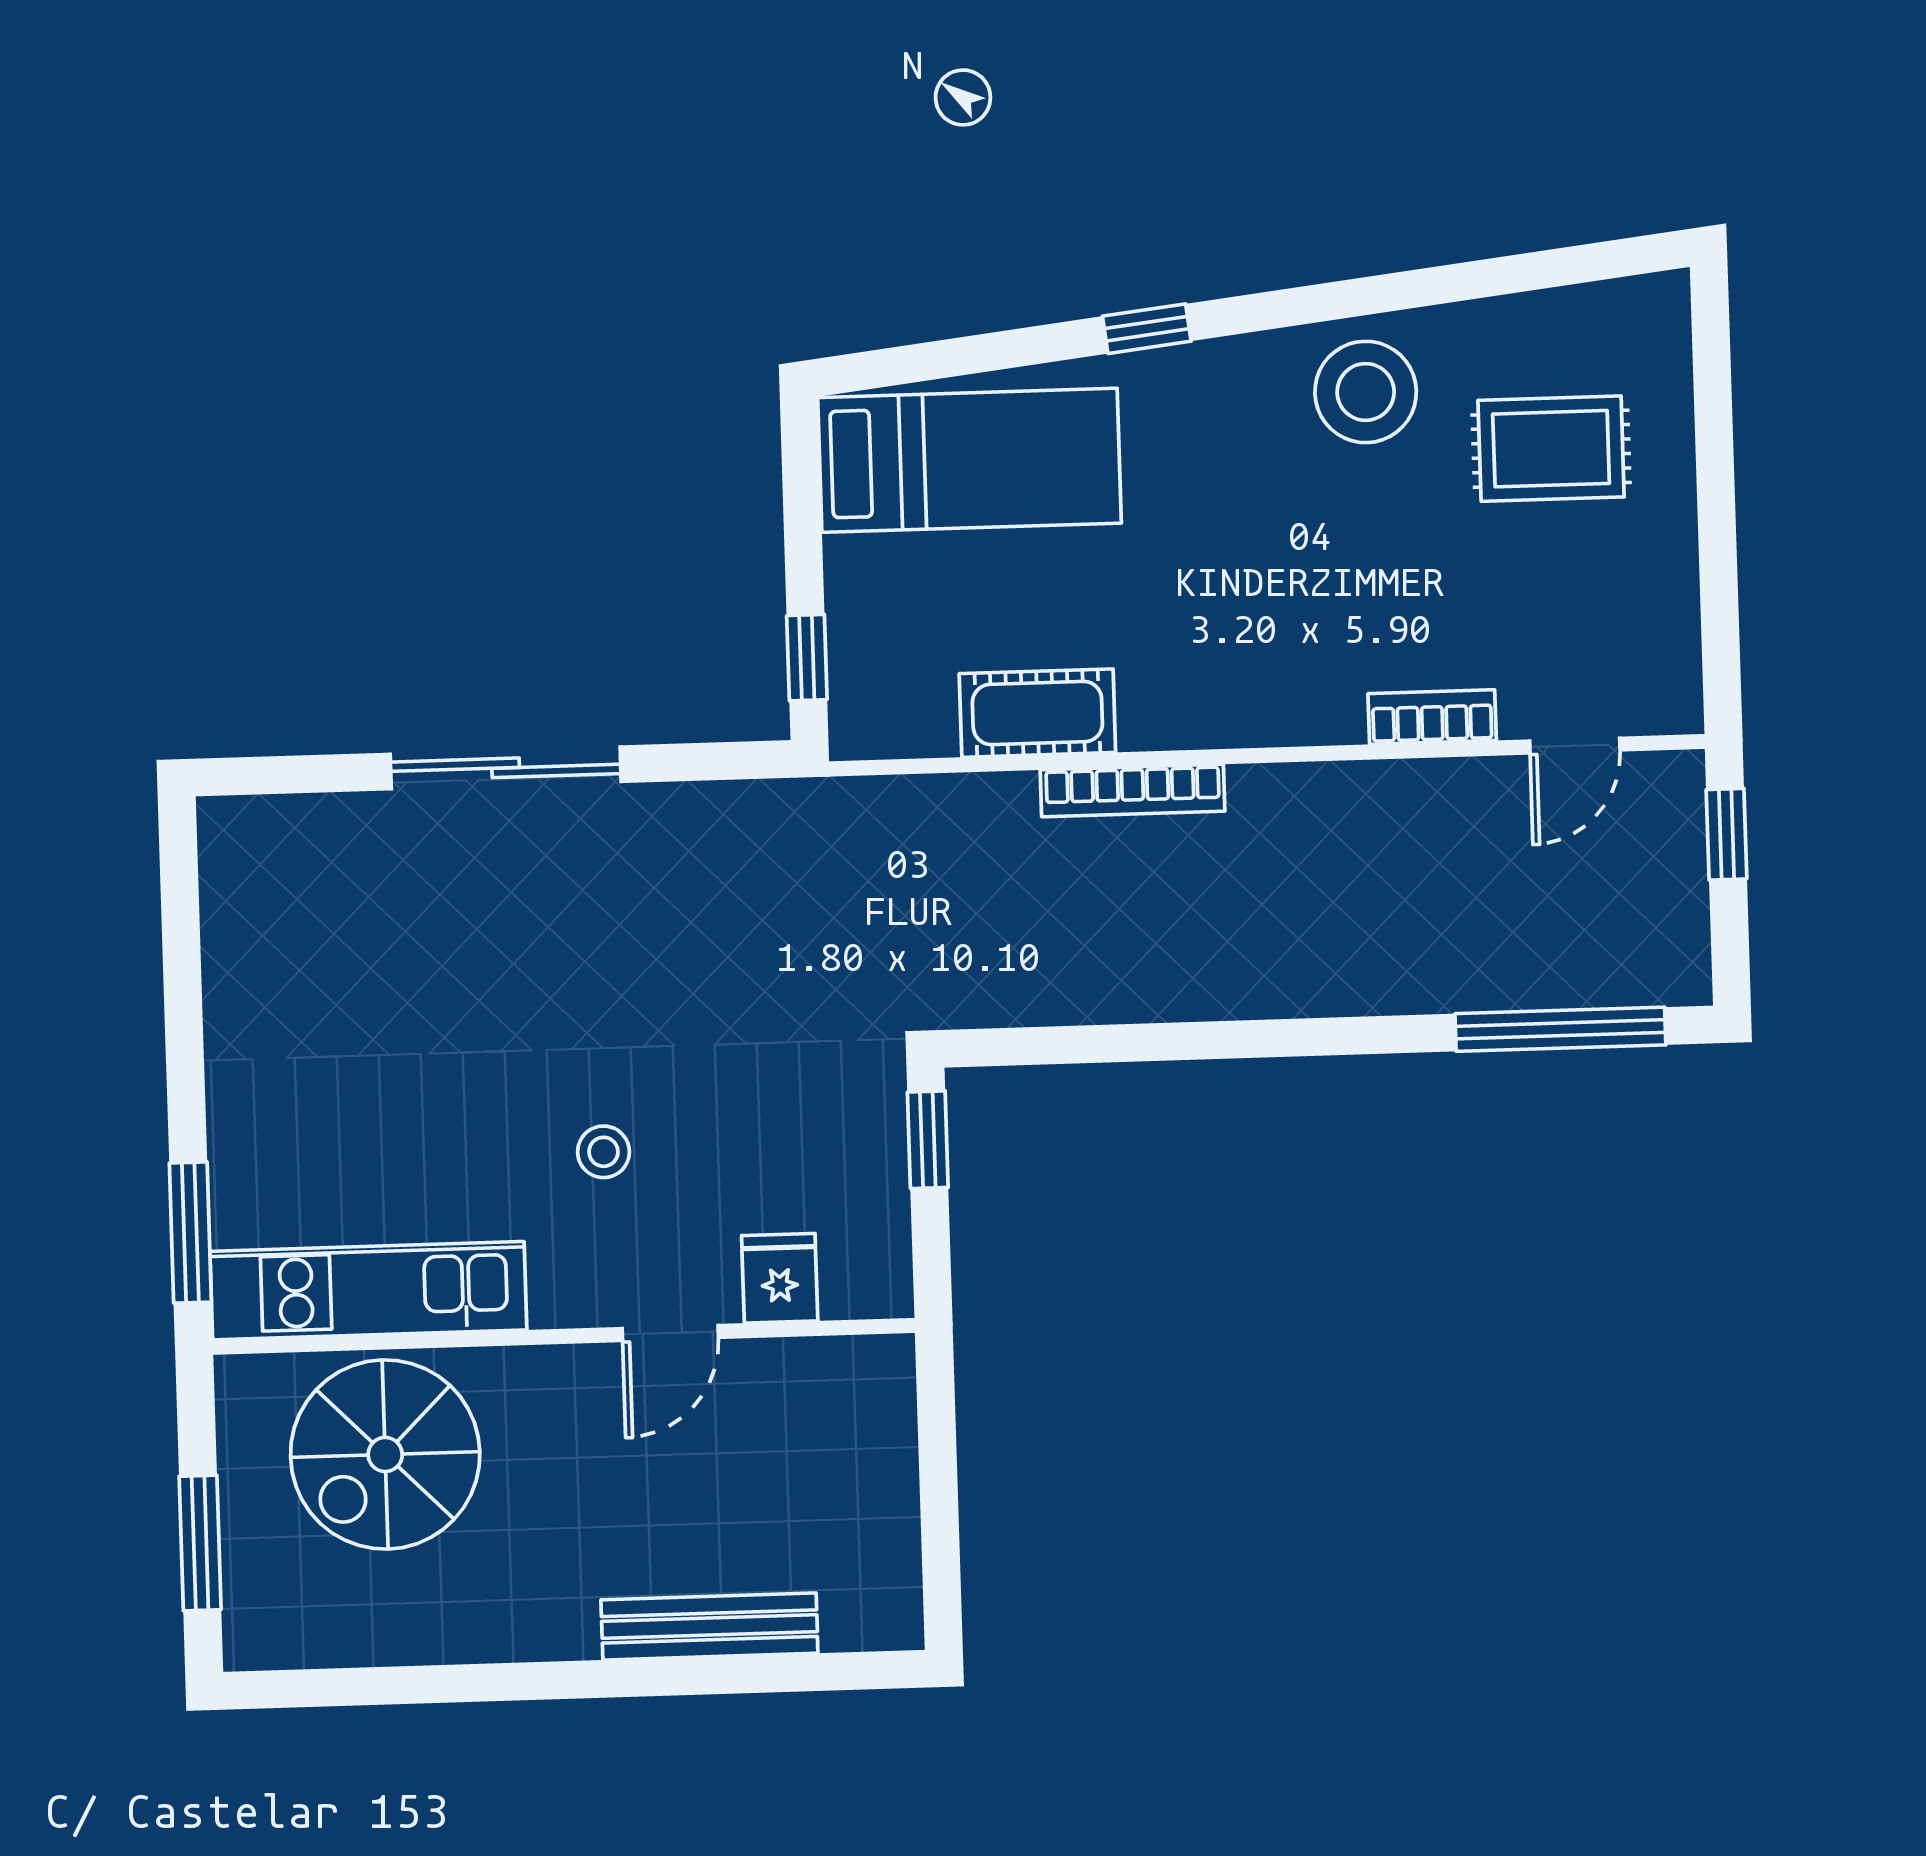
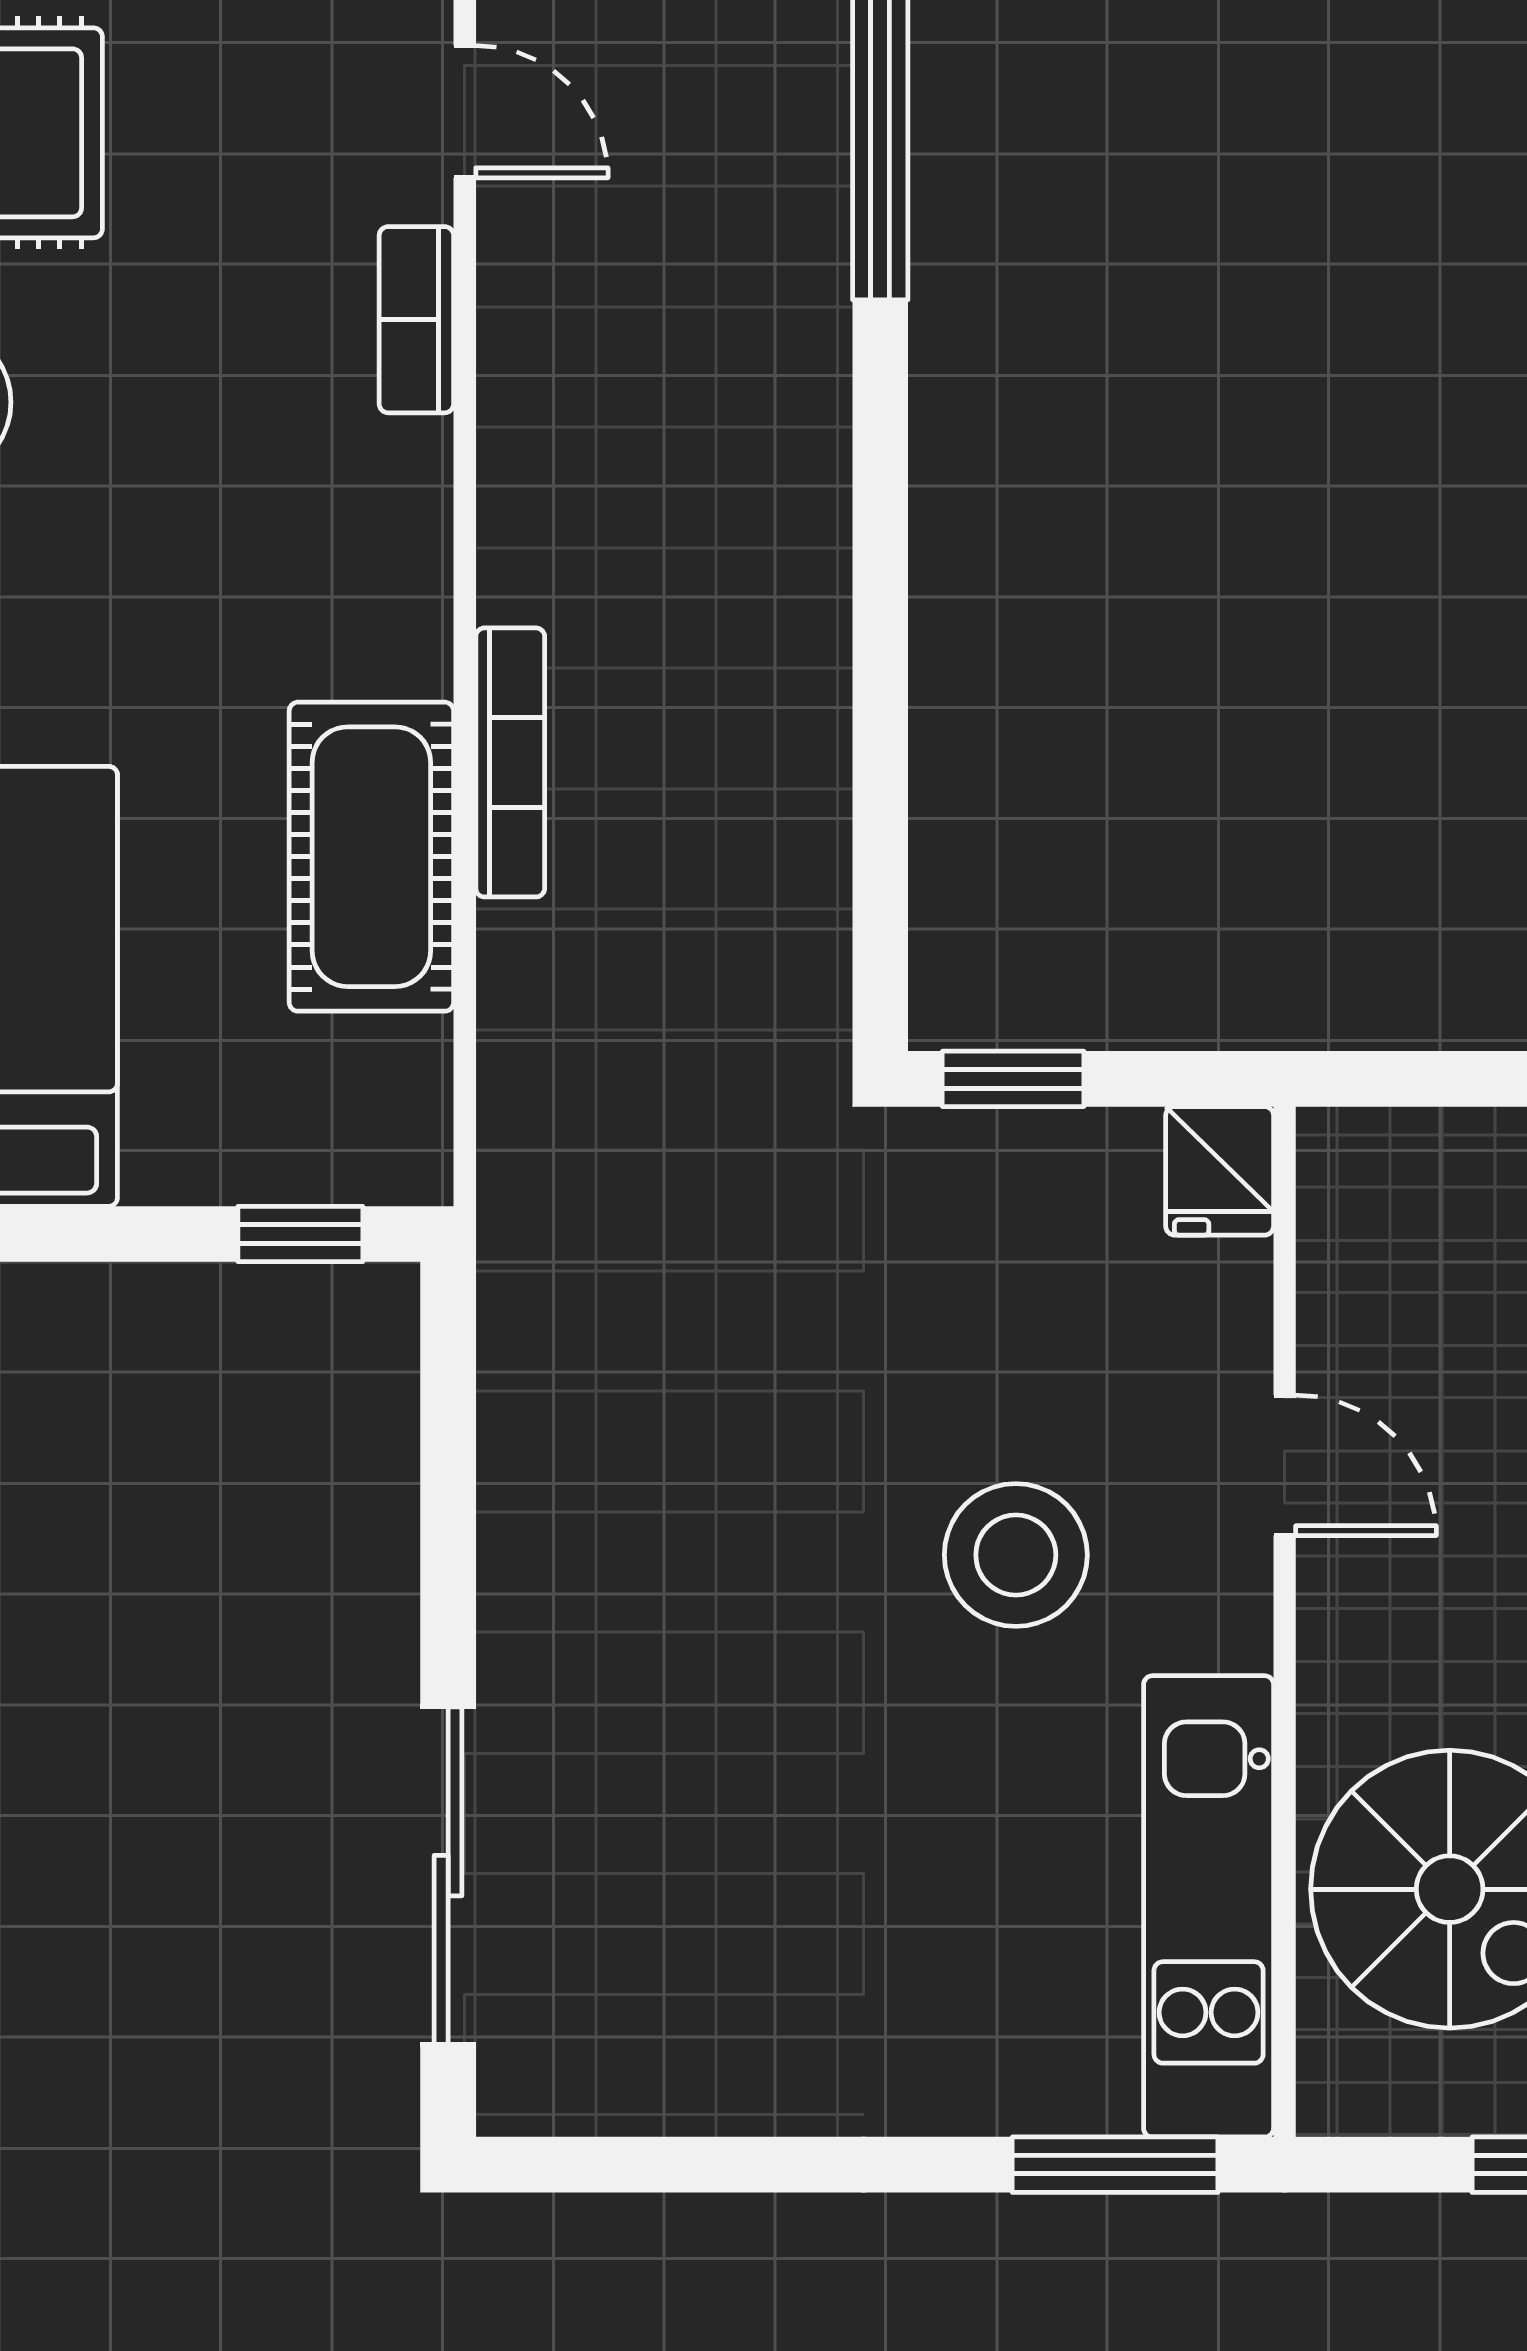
cot: (1037, 713) -> (371, 857), width x1.37, depth x1.34
sliding door: (506, 768) -> (448, 1876), moved
stool: (604, 1152) -> (1016, 1555), width x1.89, depth x1.89
fridge: (780, 1278) -> (1220, 1171), moved, turned -90

